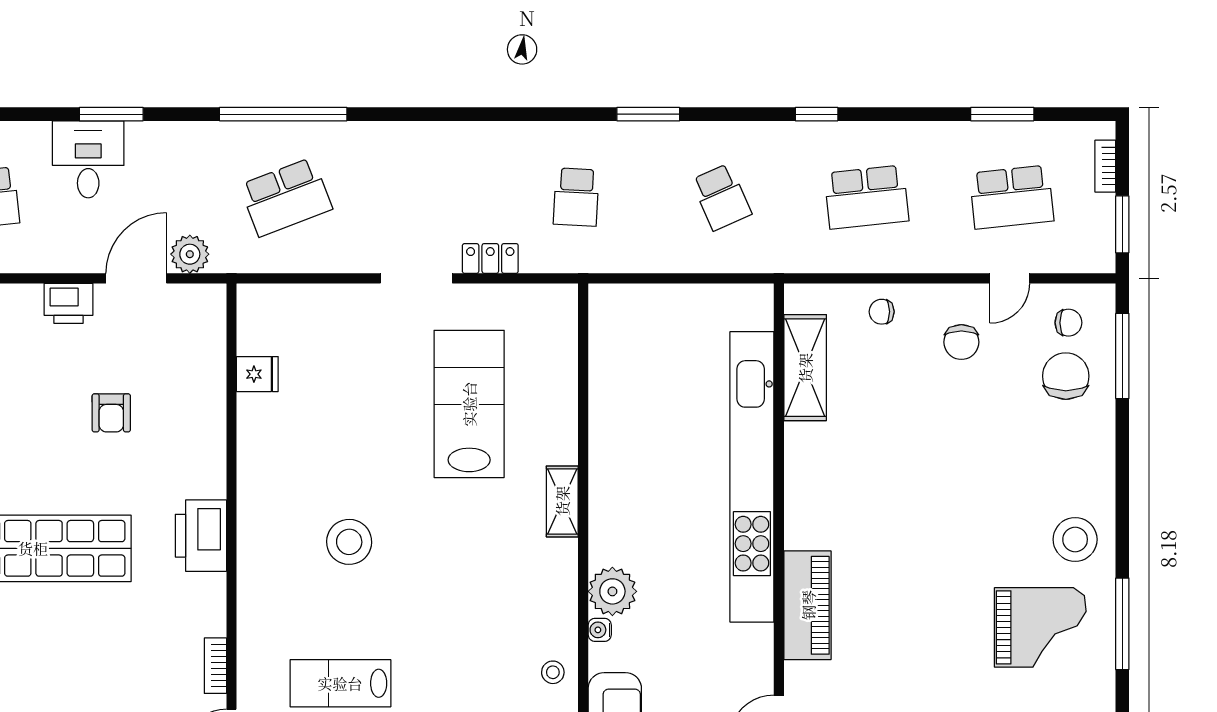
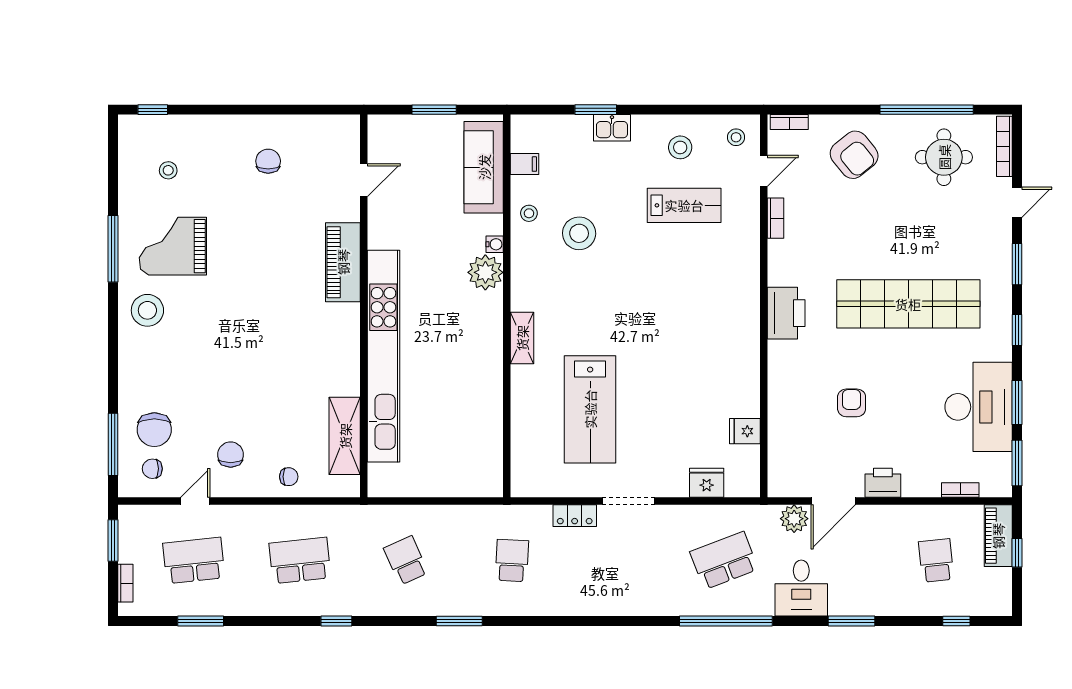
desk: (88, 159) -> (801, 588), moved
fridge: (310, 303) -> (707, 483), added
stool: (349, 542) -> (579, 233), moved

